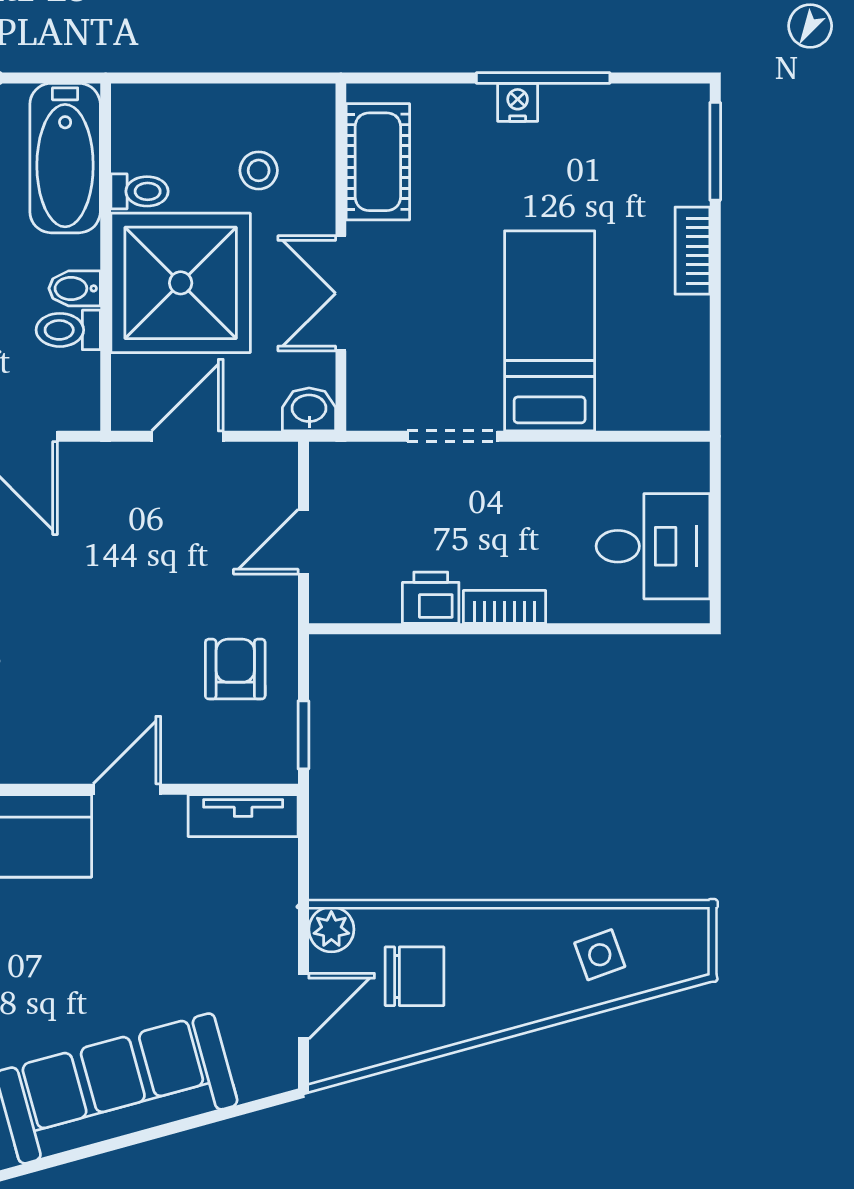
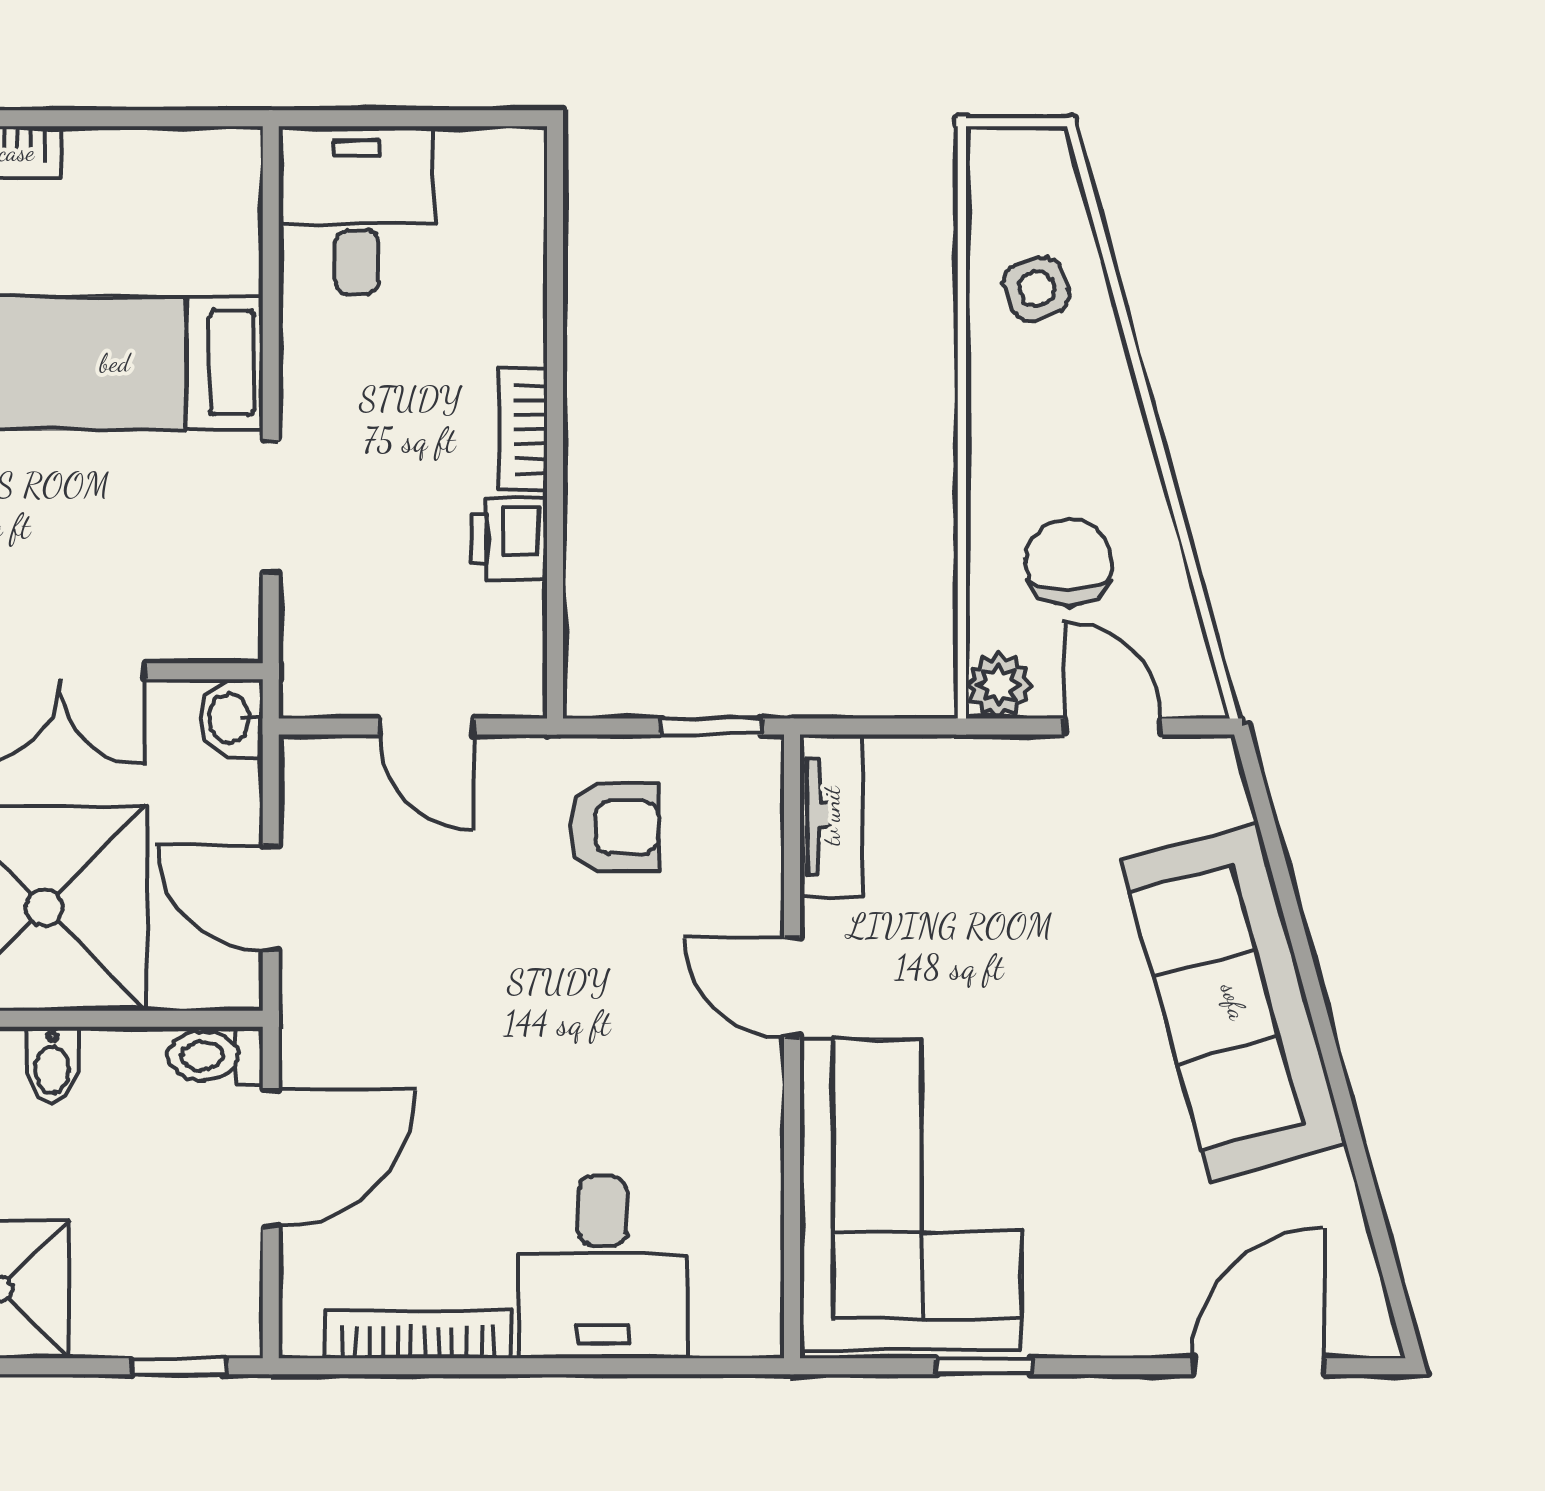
toilet: (68, 330) -> (215, 1056), moved, turned 90
desk: (653, 546) -> (356, 210), moved
armchair: (235, 669) -> (615, 827), turned 180

